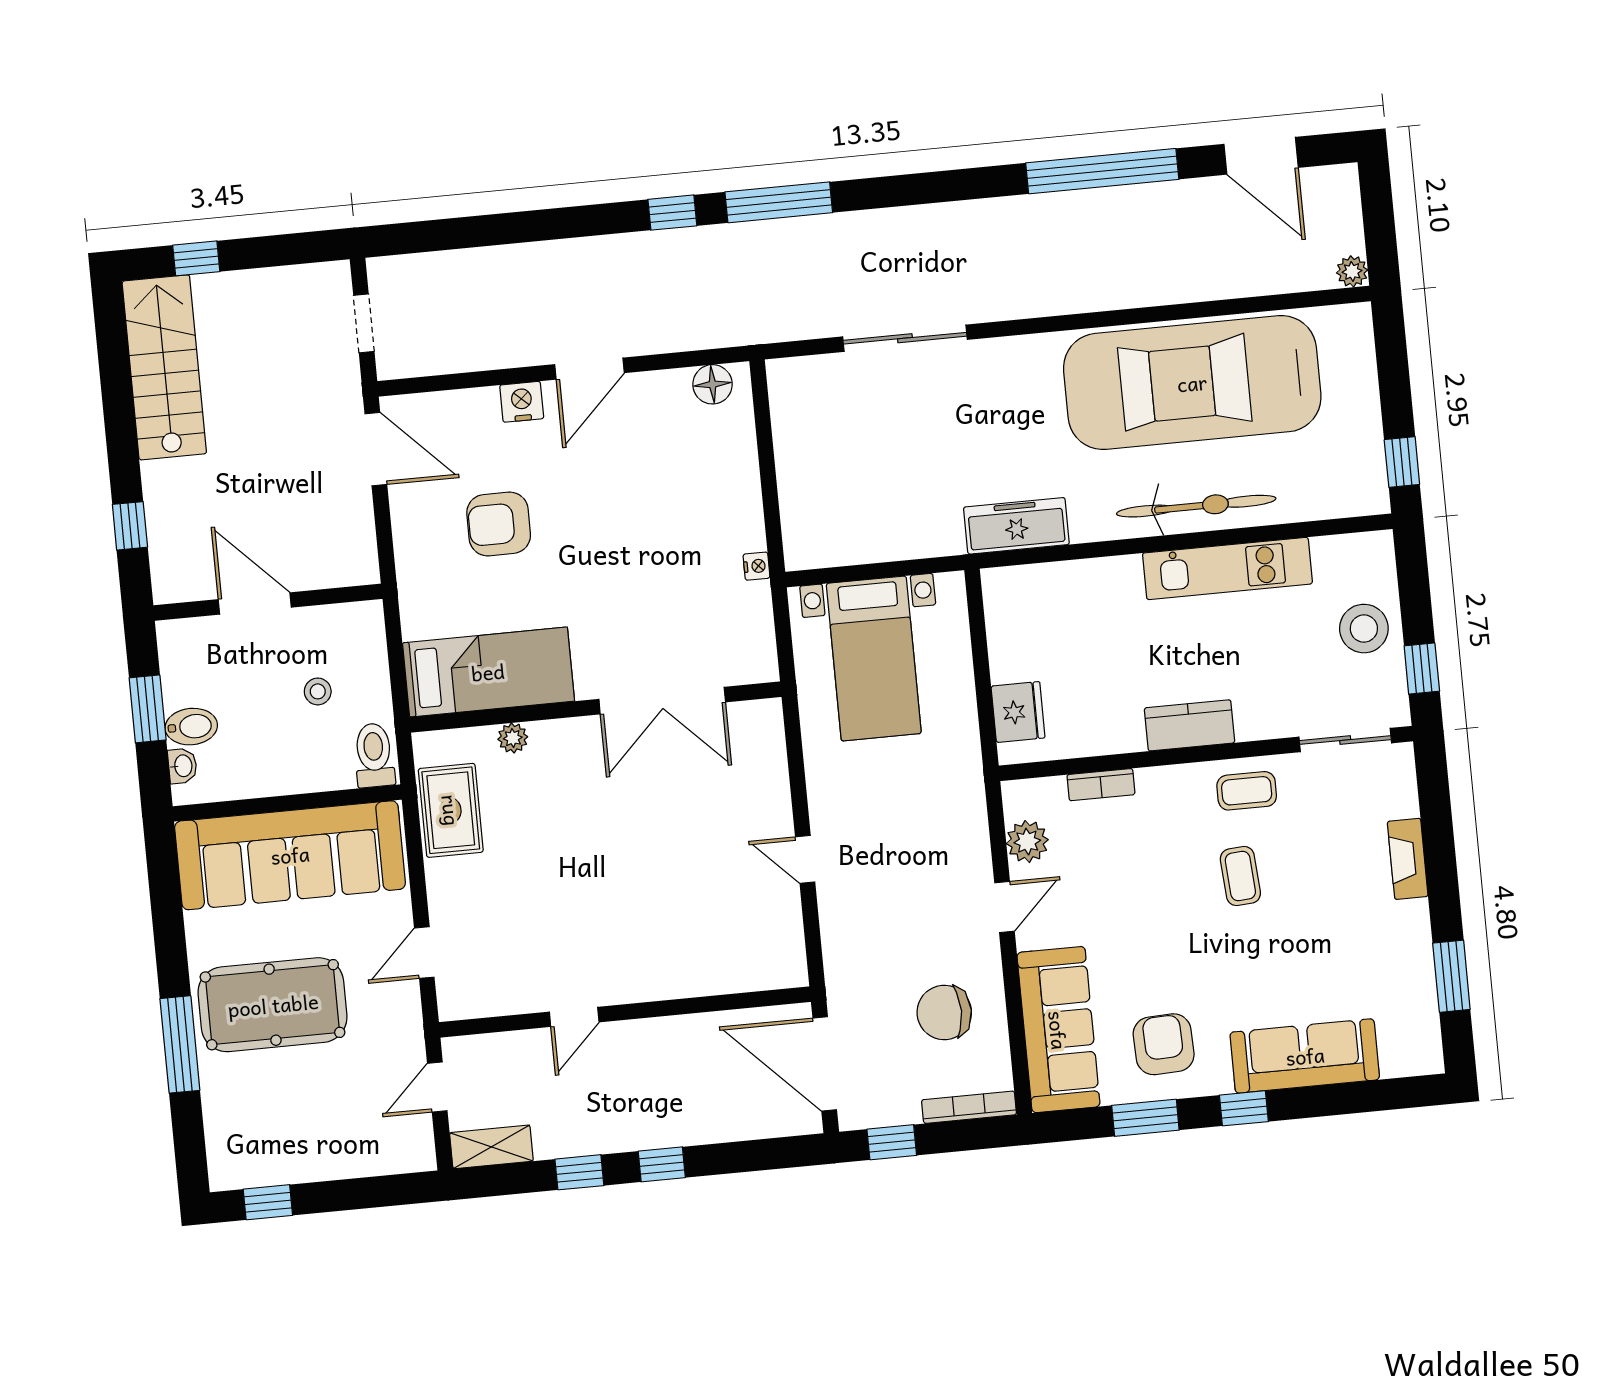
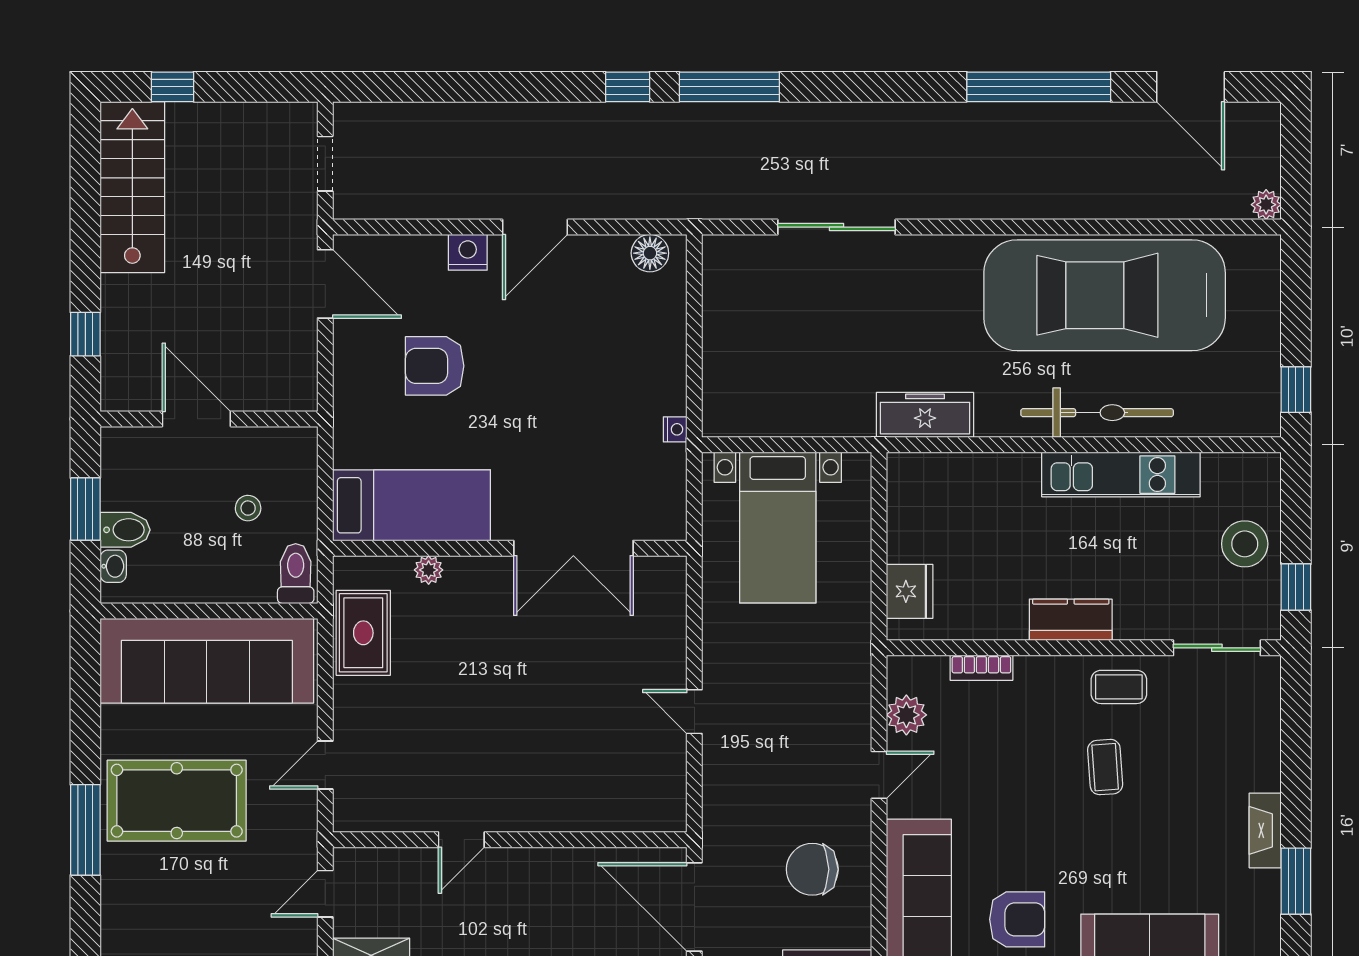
fireplace: (1408, 859) -> (1265, 830), moved
armchair: (1164, 1044) -> (1017, 919), turned 92

